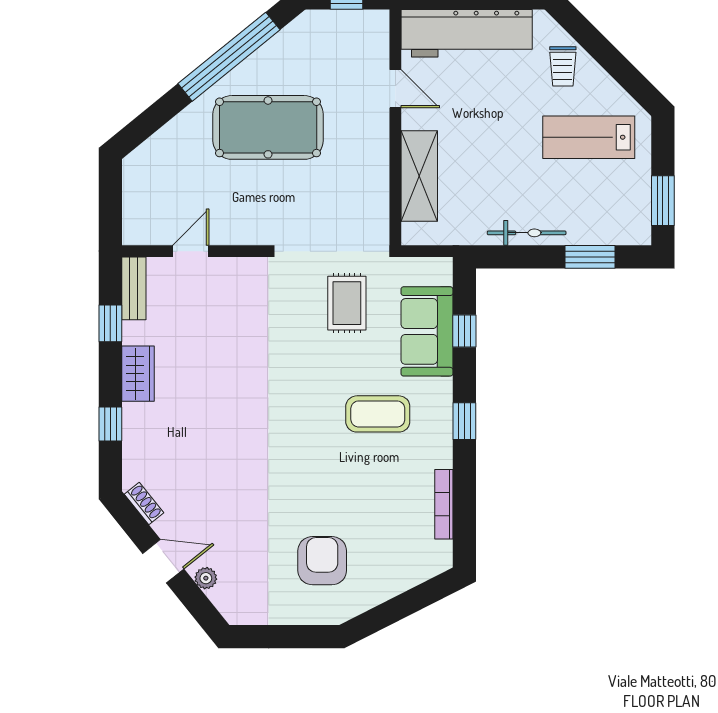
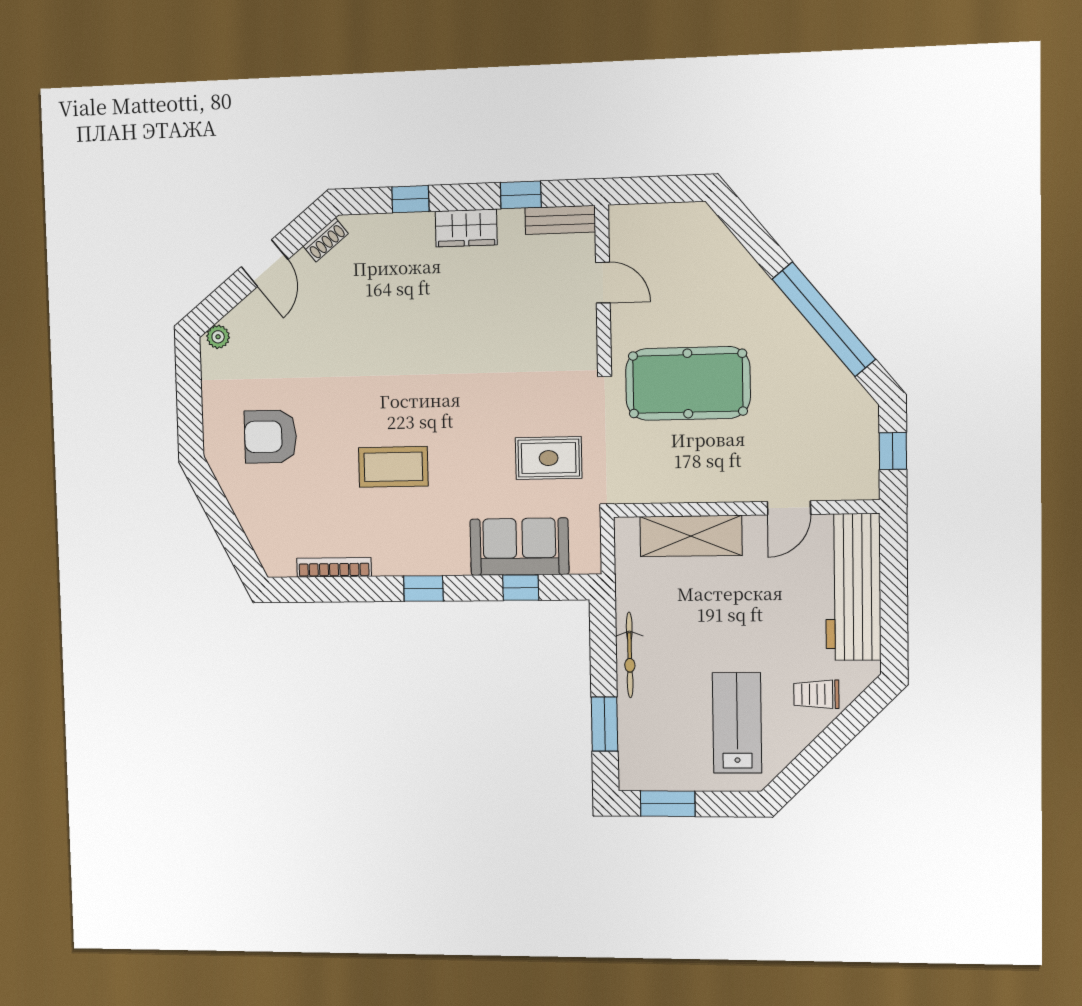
pool table: (268, 127) -> (688, 383), moved, turned 90
coffee table: (378, 414) -> (393, 467), moved, turned 90
armchair: (322, 561) -> (270, 437), turned 180
plant: (206, 578) -> (218, 337), moved

